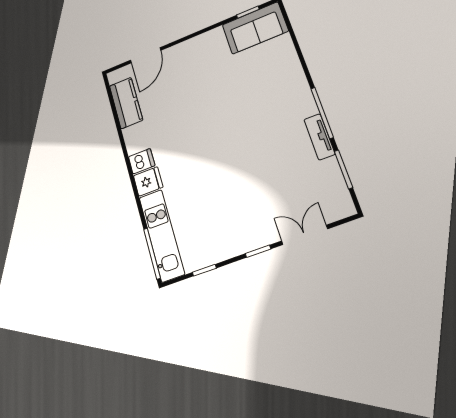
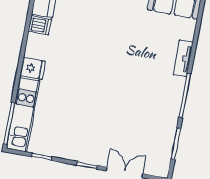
tv unit: (319, 137) -> (183, 58), moved
dishwasher: (142, 161) -> (40, 25), moved

